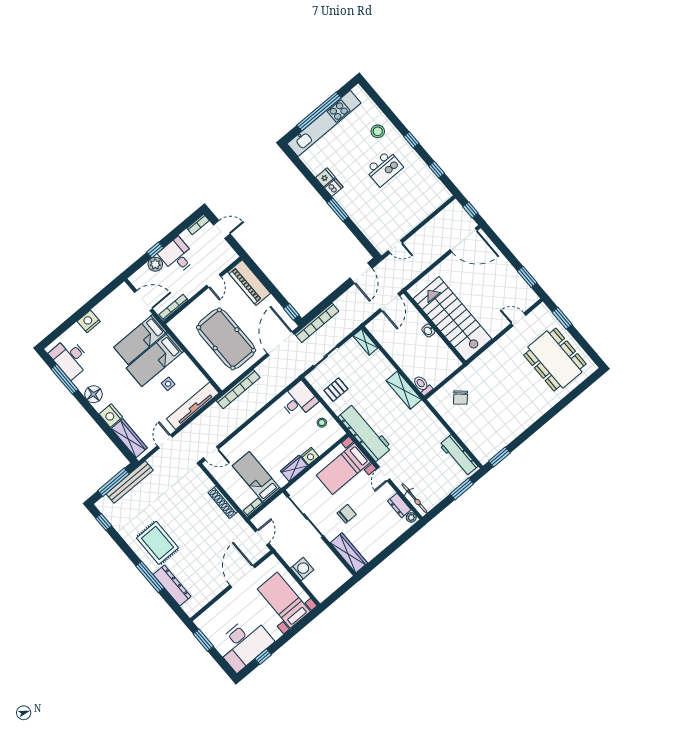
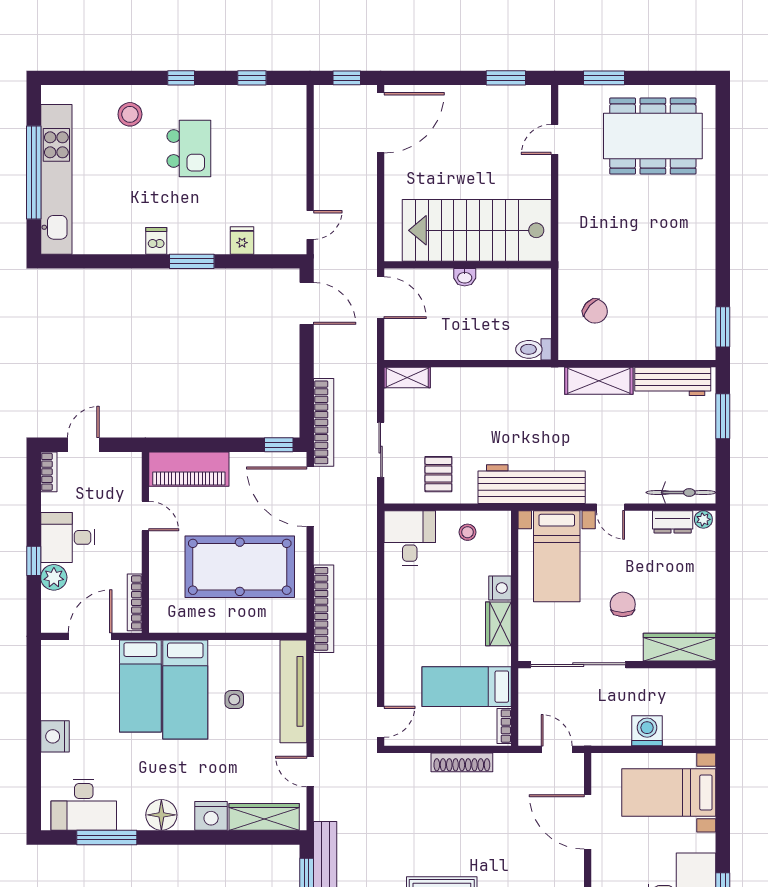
fridge: (325, 177) -> (242, 240), moved
shelving: (404, 390) -> (599, 381), moved

